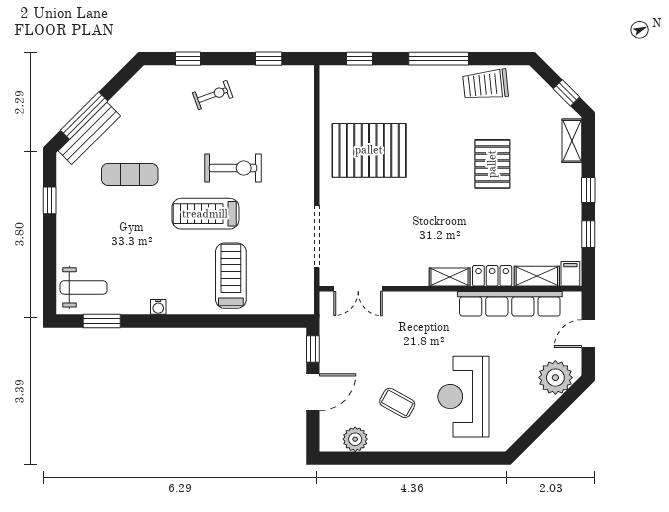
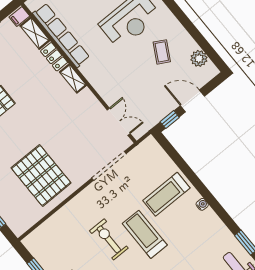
treadmill: (205, 214) -> (145, 234), turned 180
water cooler: (158, 307) -> (202, 204), moved

